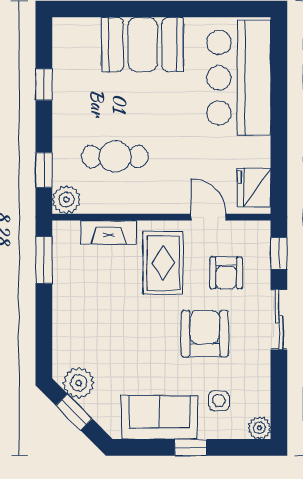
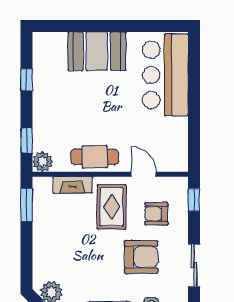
cafe table: (115, 157) -> (95, 157), moved
fridge: (254, 187) -> (176, 153), removed
armchair: (226, 273) -> (156, 214), turned 90
sliding door: (279, 320) -> (194, 265), moved
armchair: (205, 334) -> (141, 257), turned 90

